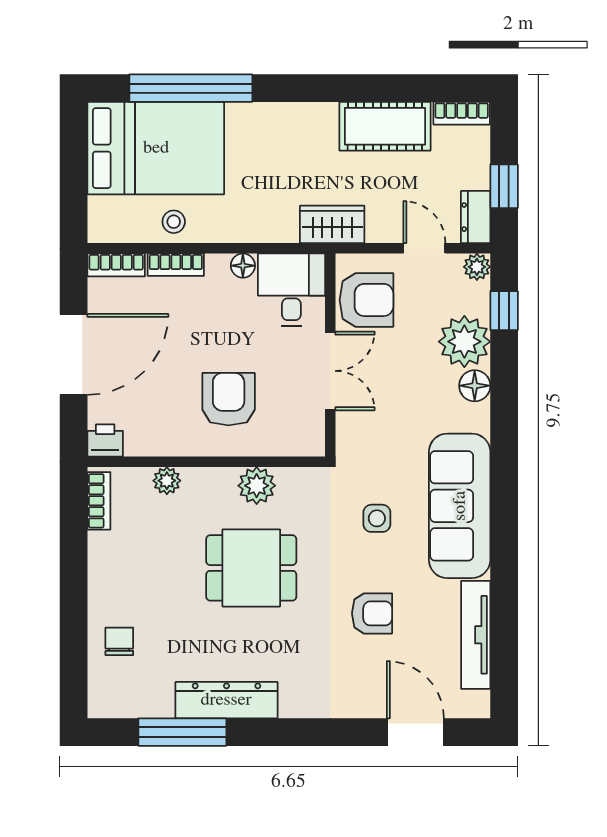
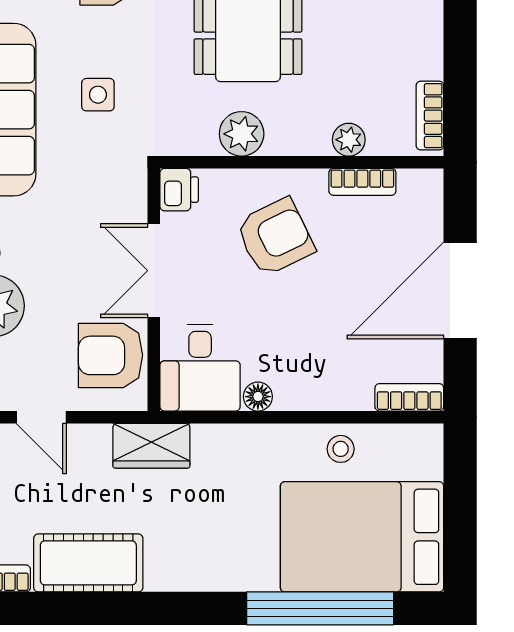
bookcase: (176, 265) -> (362, 182), moved, turned 180
armchair: (229, 399) -> (275, 237), turned -116
printer: (105, 440) -> (179, 190), moved, turned -90

